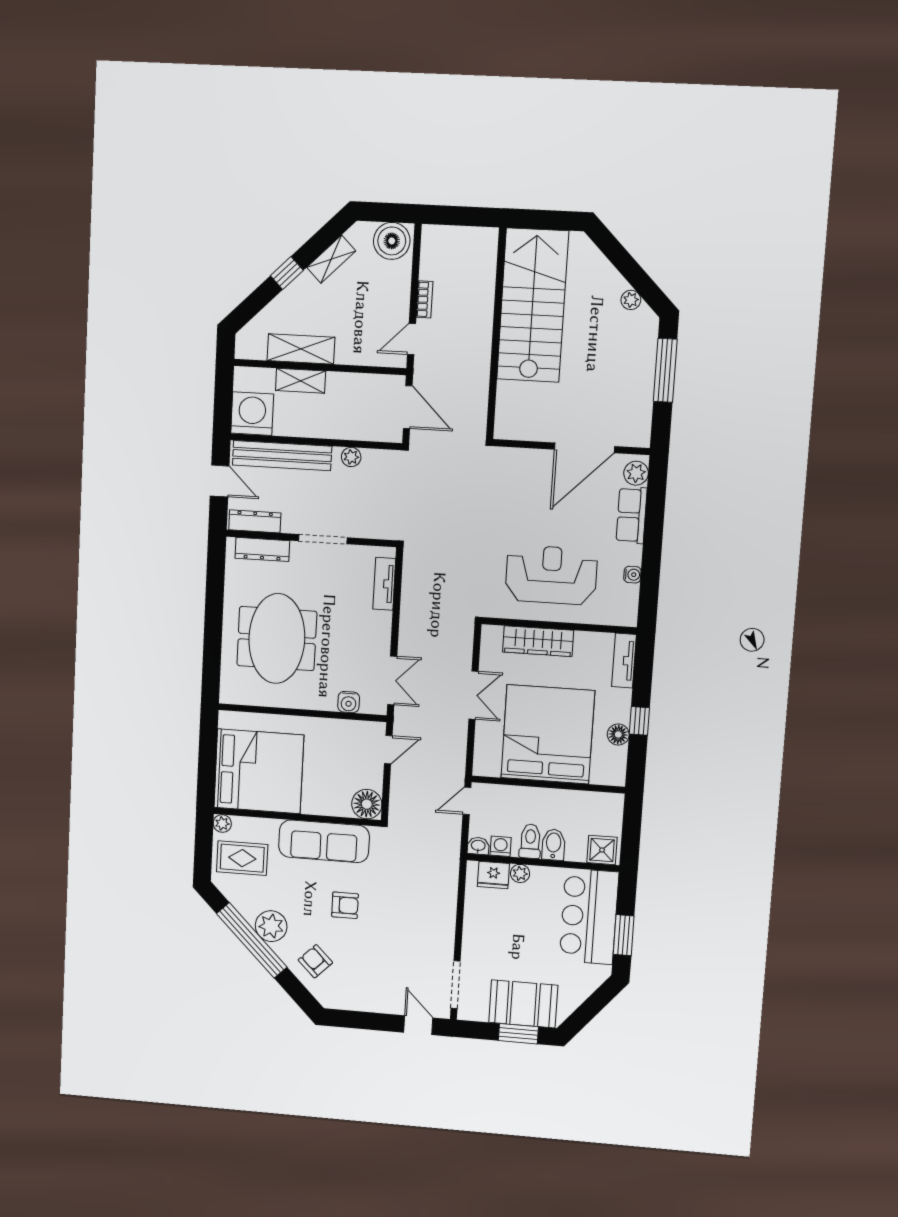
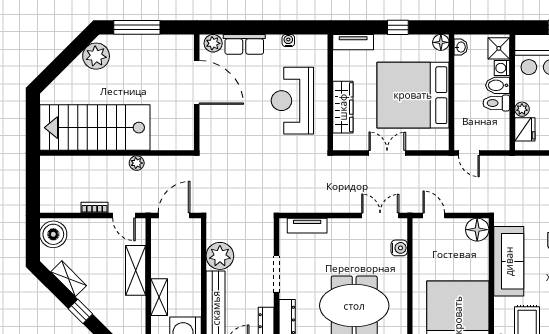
plant: (631, 300) -> (96, 56), width x1.87, depth x1.87
shelving: (301, 349) -> (136, 270), moved
plant: (481, 360) -> (137, 163), added
plant: (351, 457) -> (220, 256), width x1.87, depth x1.87
floor lamp: (618, 734) -> (441, 42), moved
washbasin: (478, 846) -> (461, 47), moved, turned 180
washing machine: (501, 846) -> (502, 68), moved

